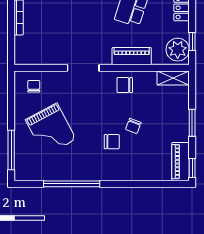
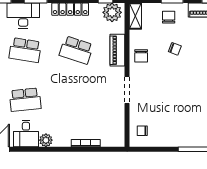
grand piano: (51, 130) -> (178, 117), removed
chair: (112, 142) -> (169, 17), moved

